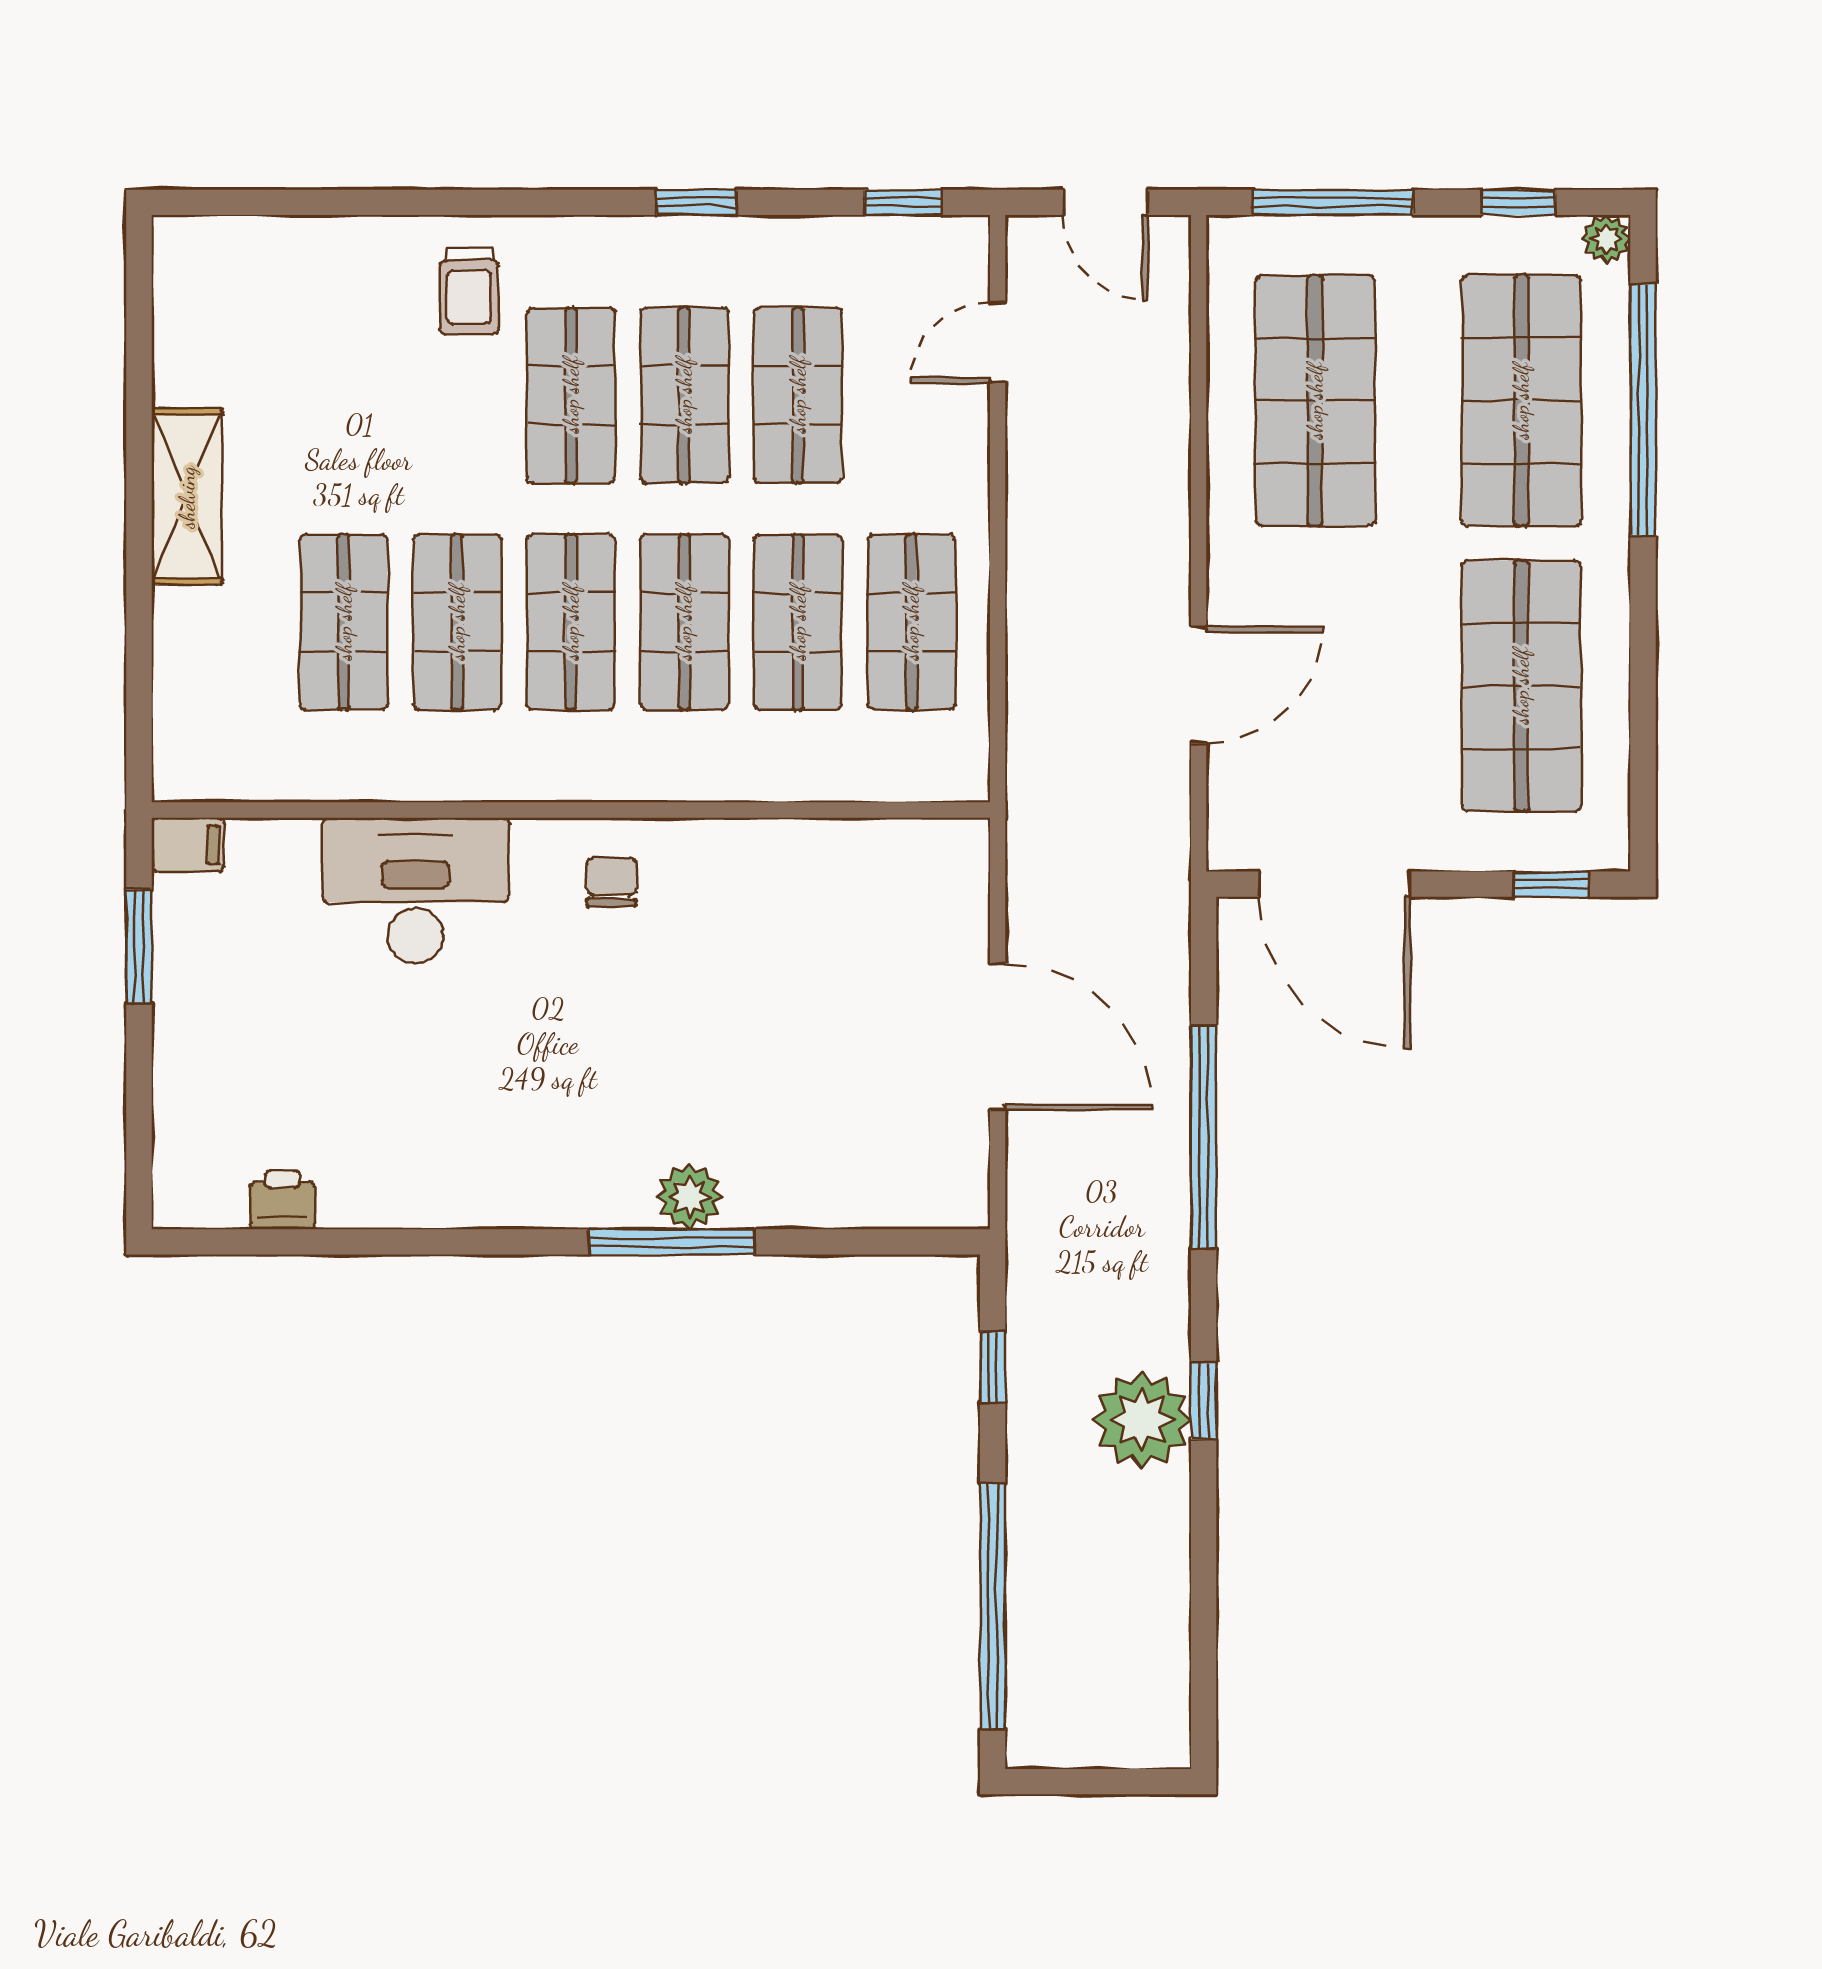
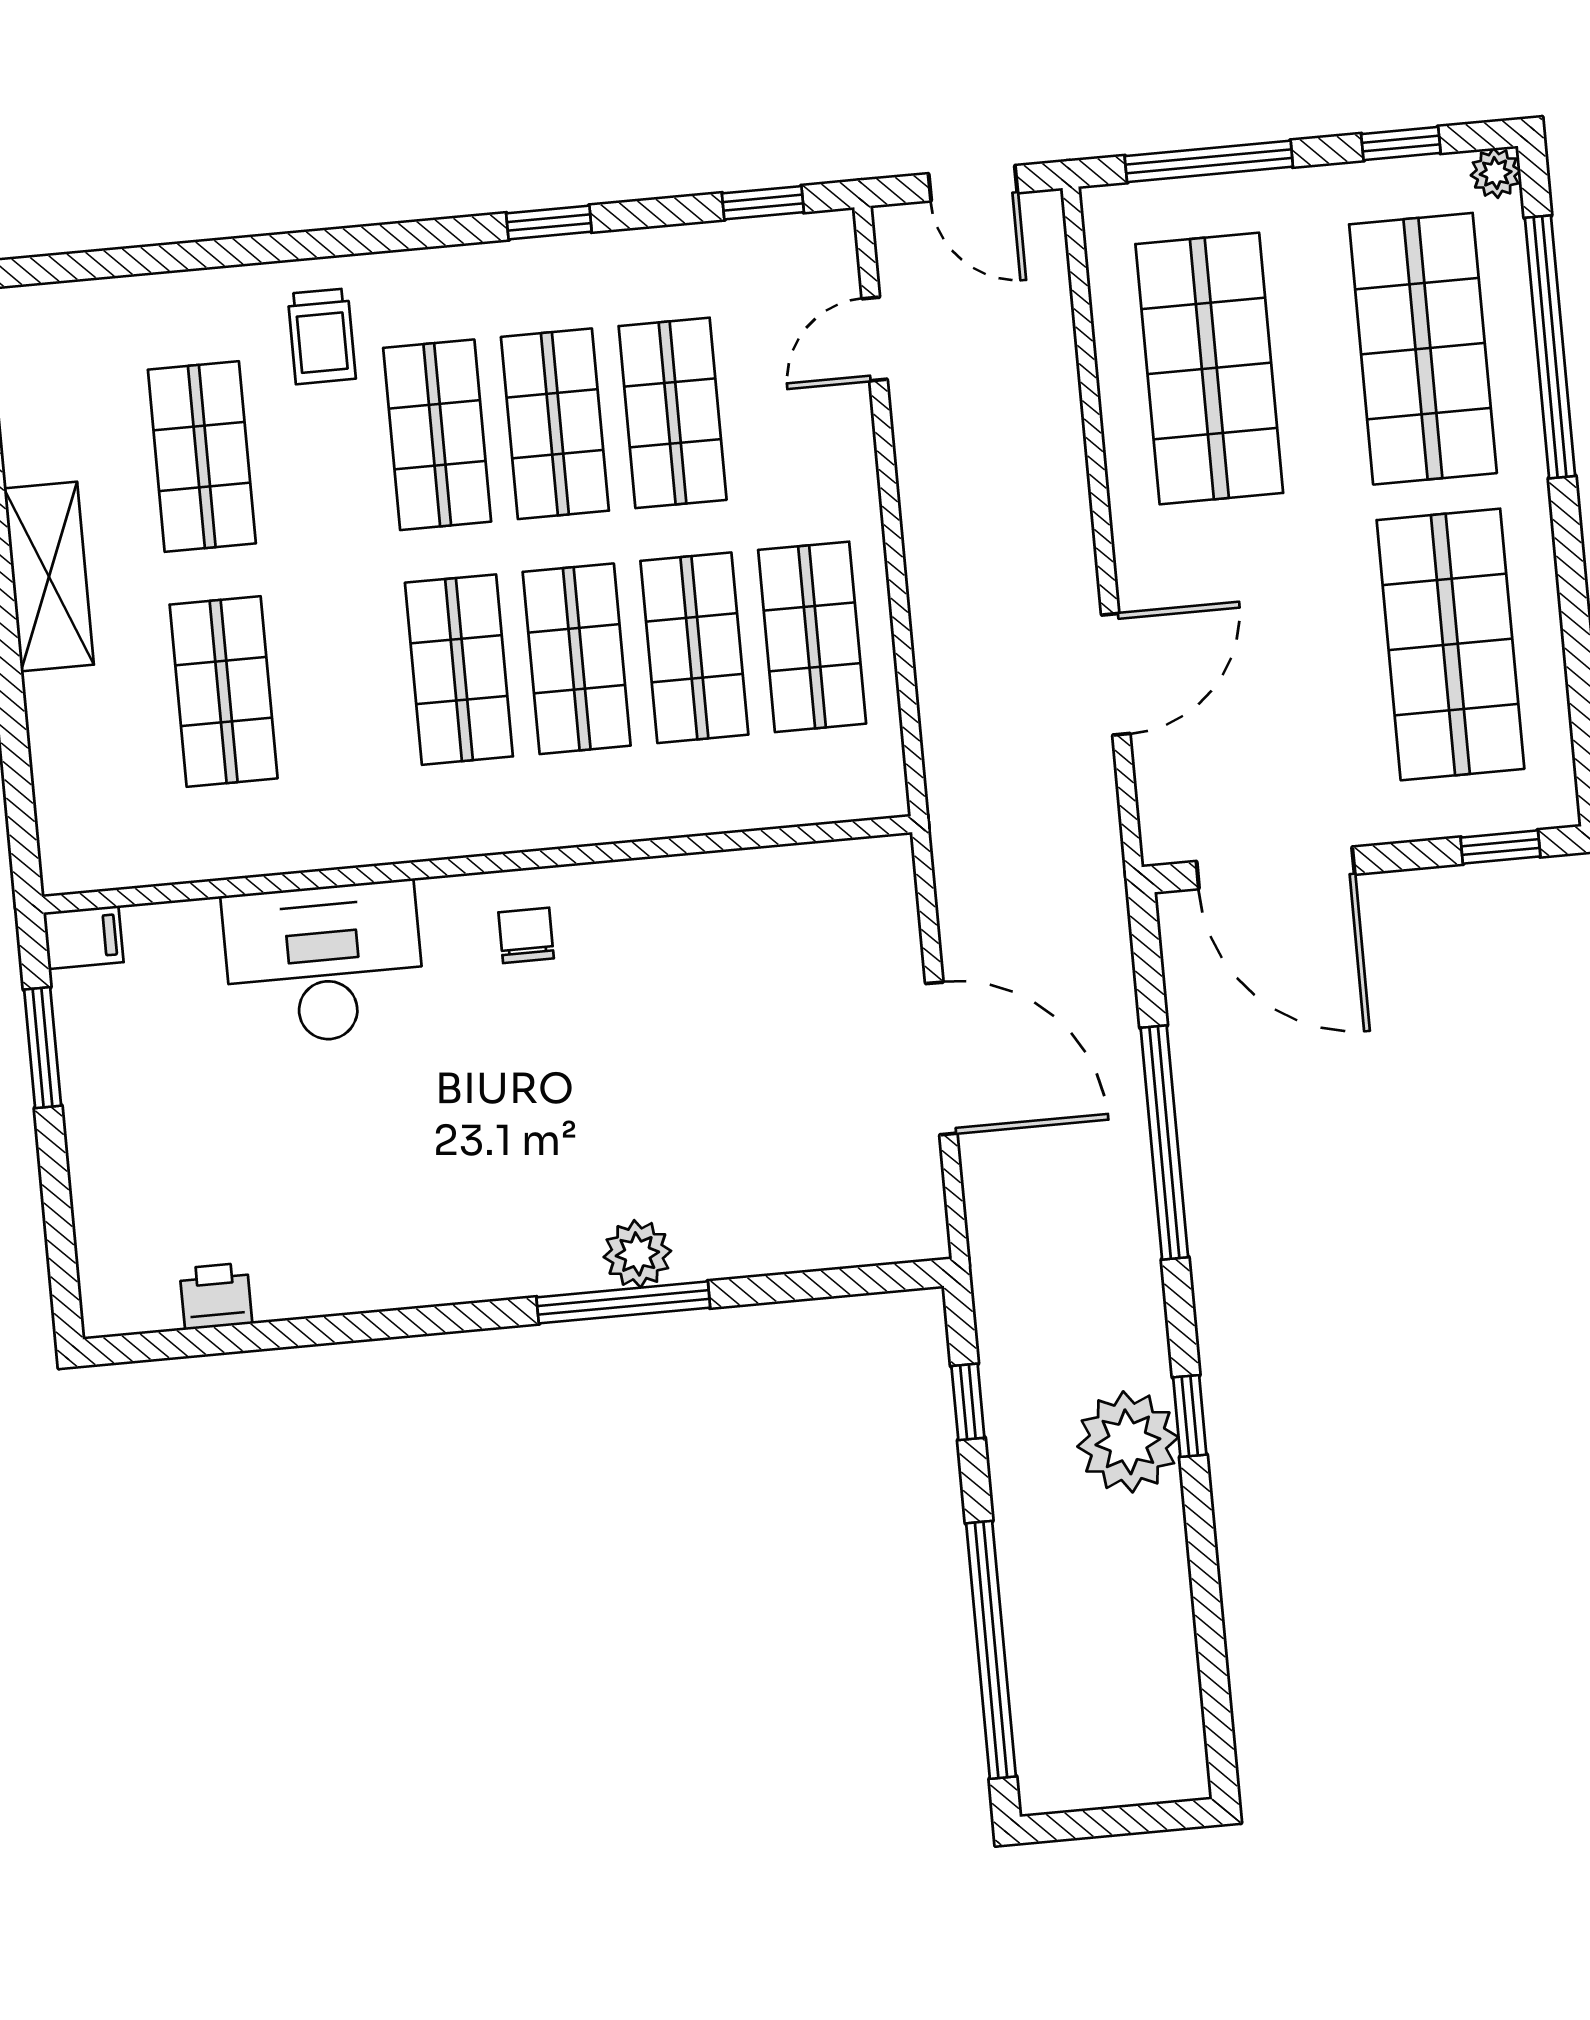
shop shelf: (457, 622) -> (202, 457), moved

